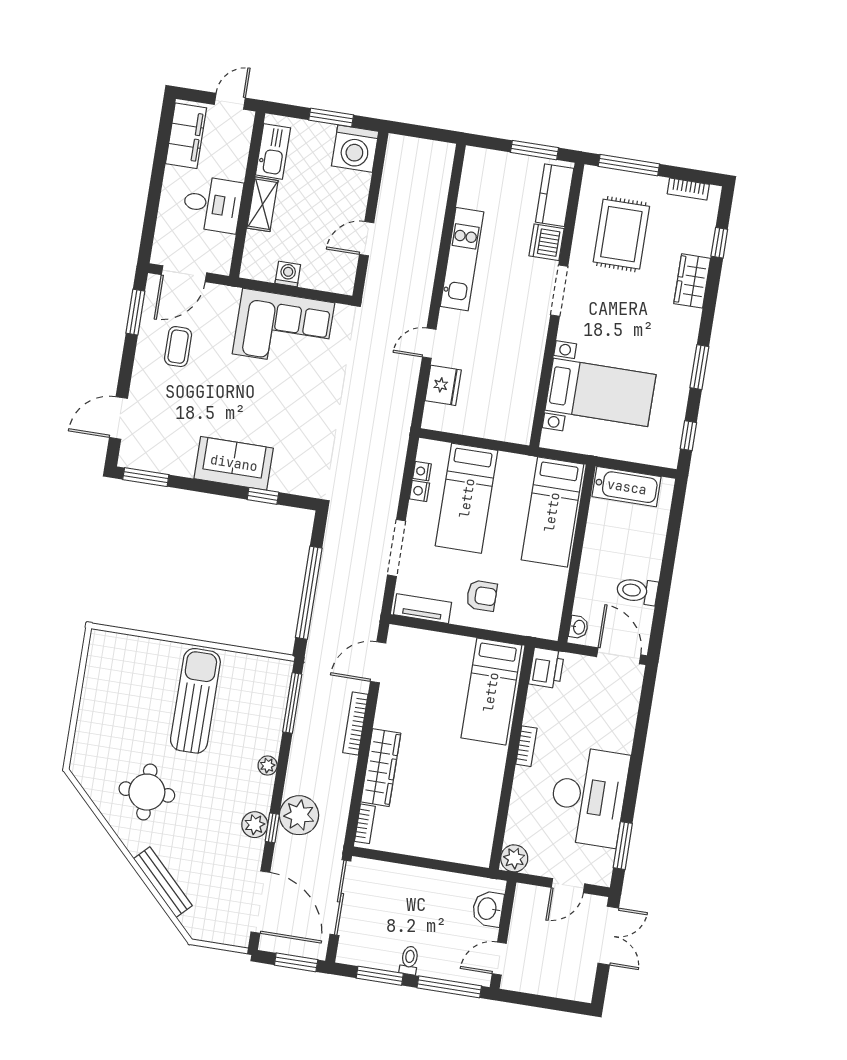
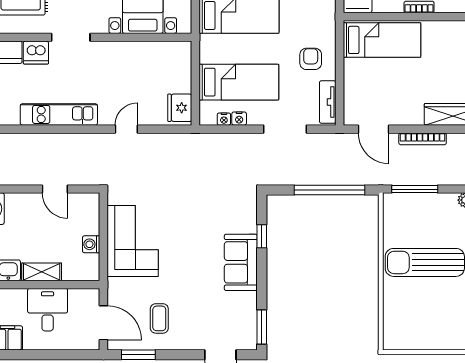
door: (429, 343) -> (126, 129), swing flipped
coffee table: (178, 347) -> (159, 318), turned 90
fridge: (443, 385) -> (180, 108), moved, turned -90

